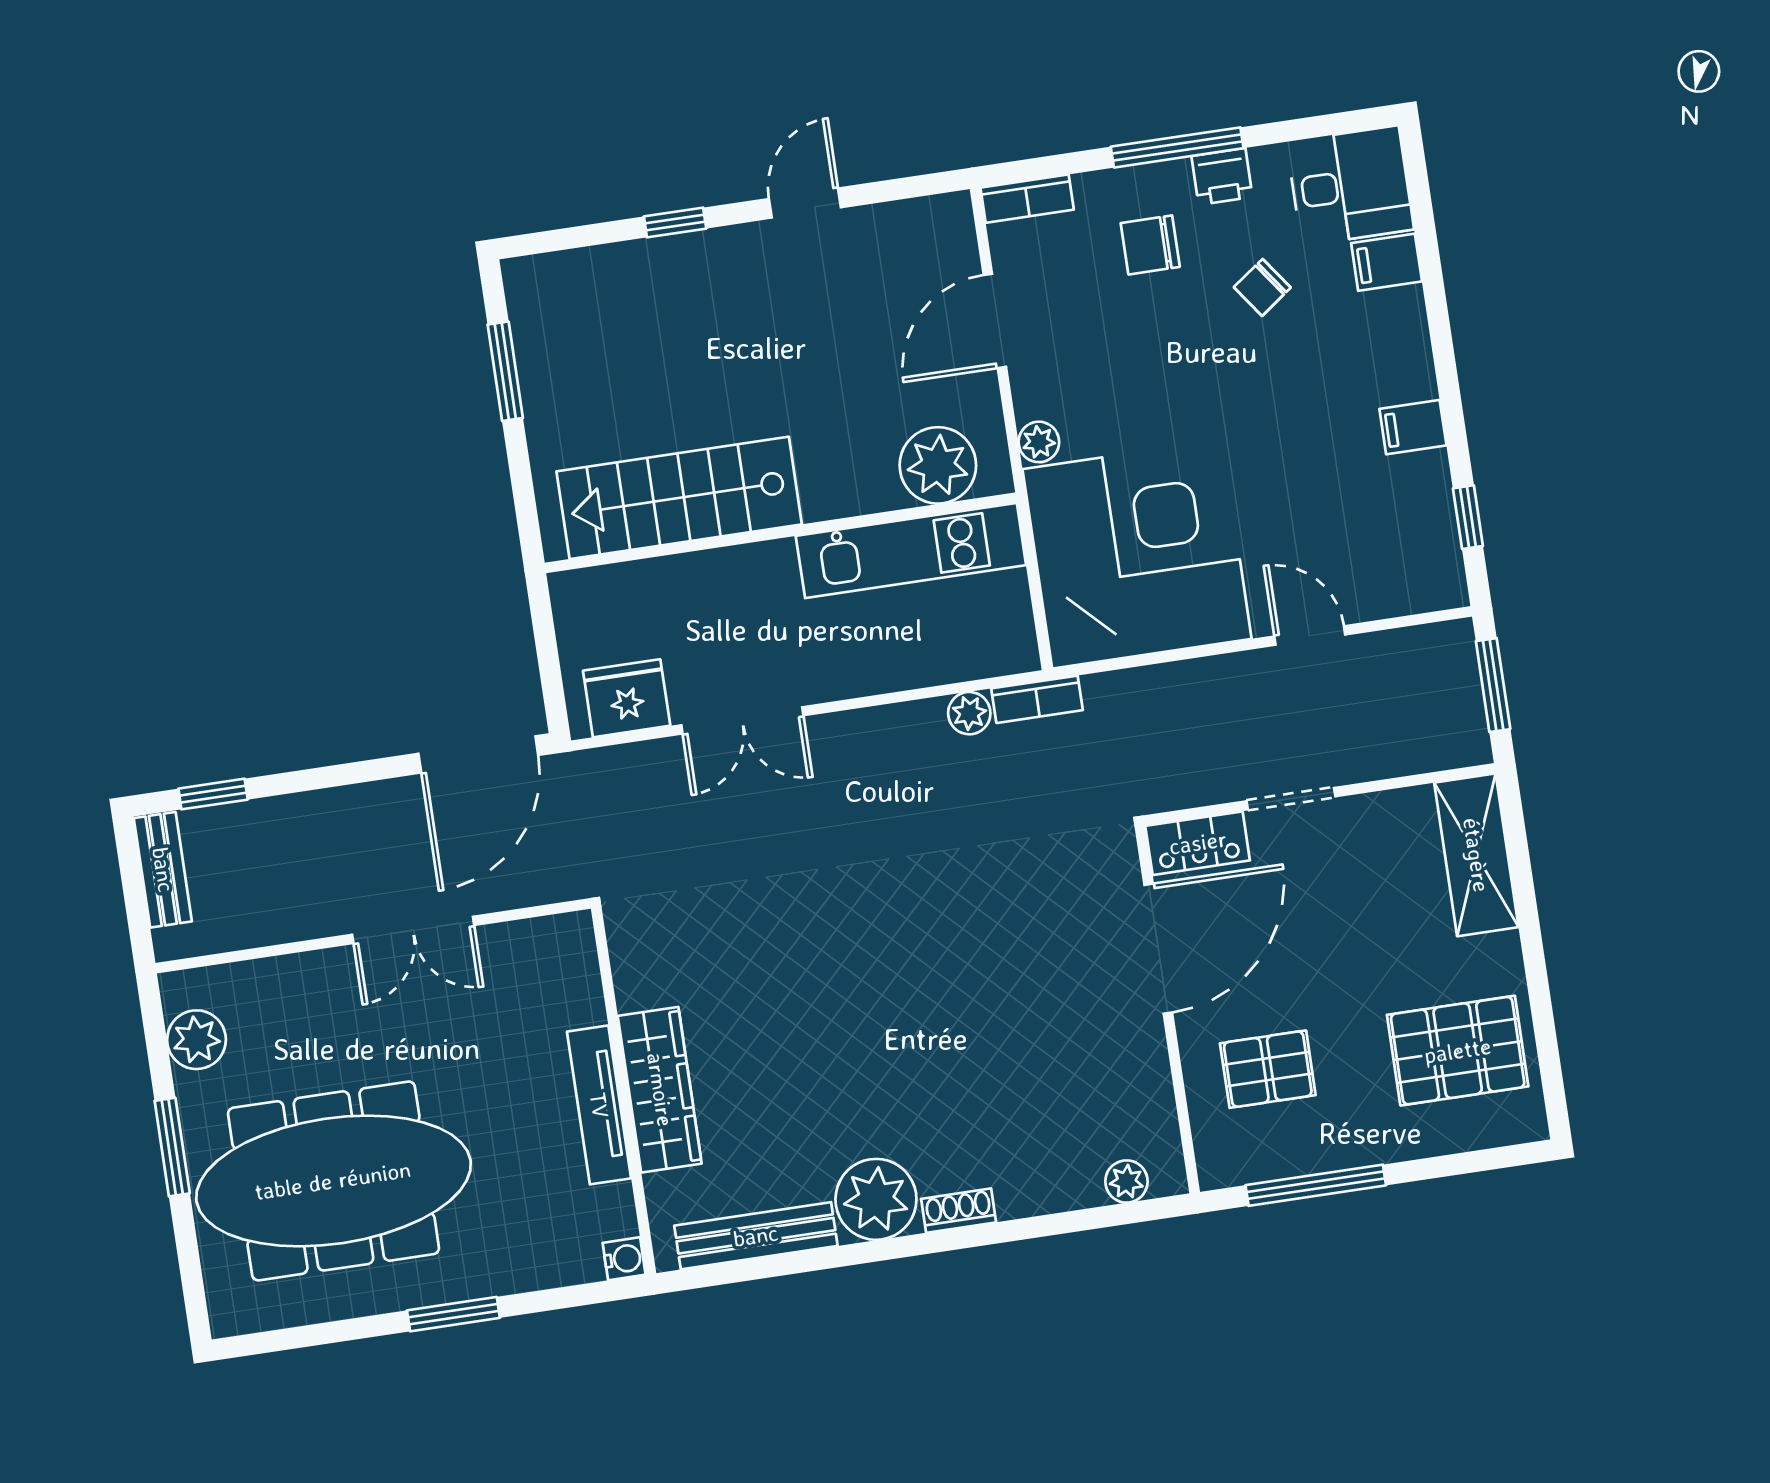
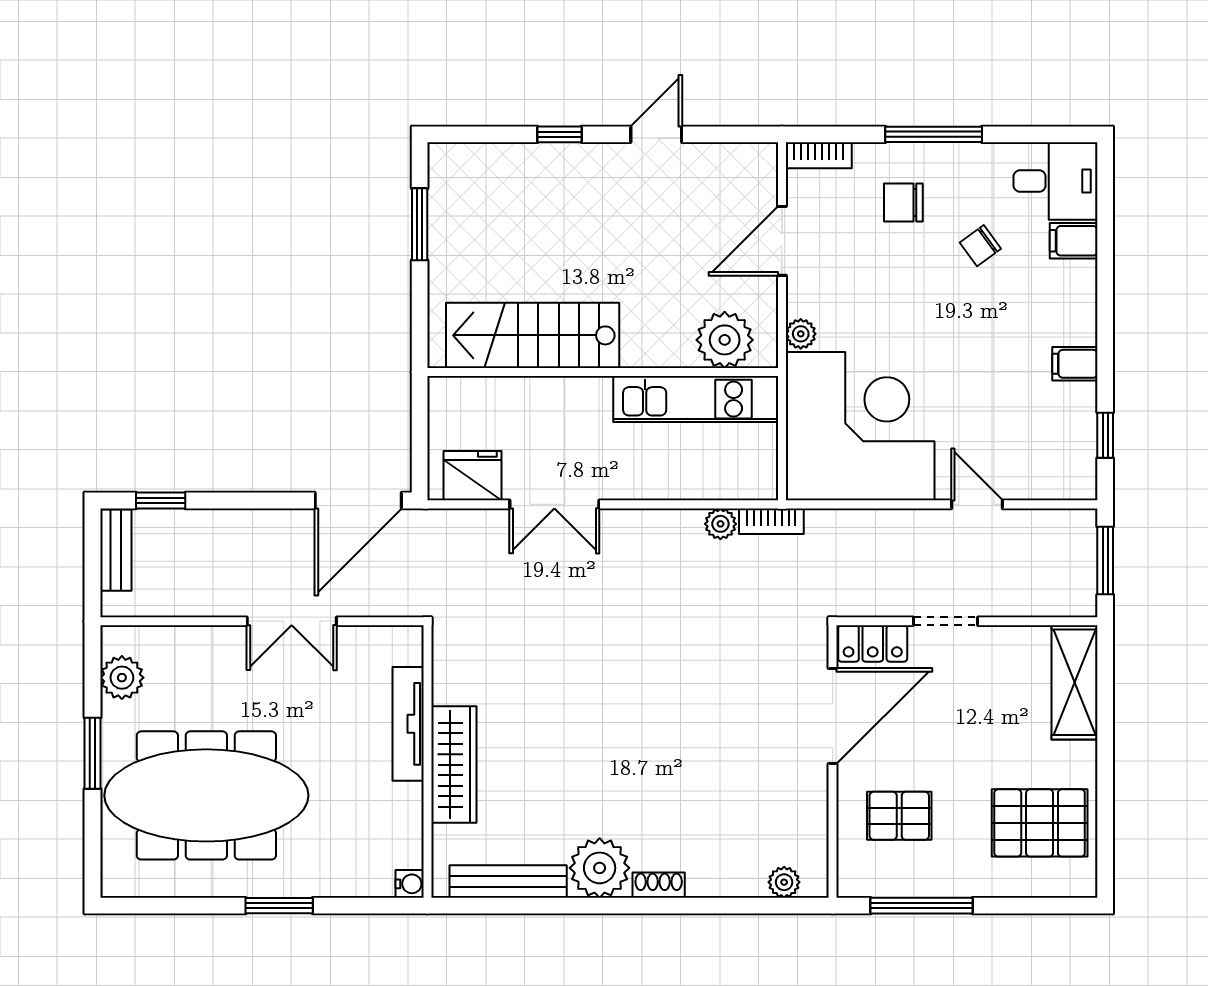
printer: (1222, 177) -> (963, 160), removed
tv unit: (599, 1105) -> (408, 724), moved

